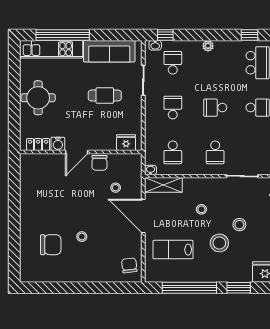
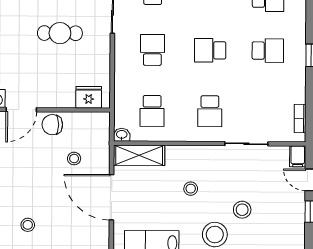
chair: (99, 163) -> (52, 125), turned 90

